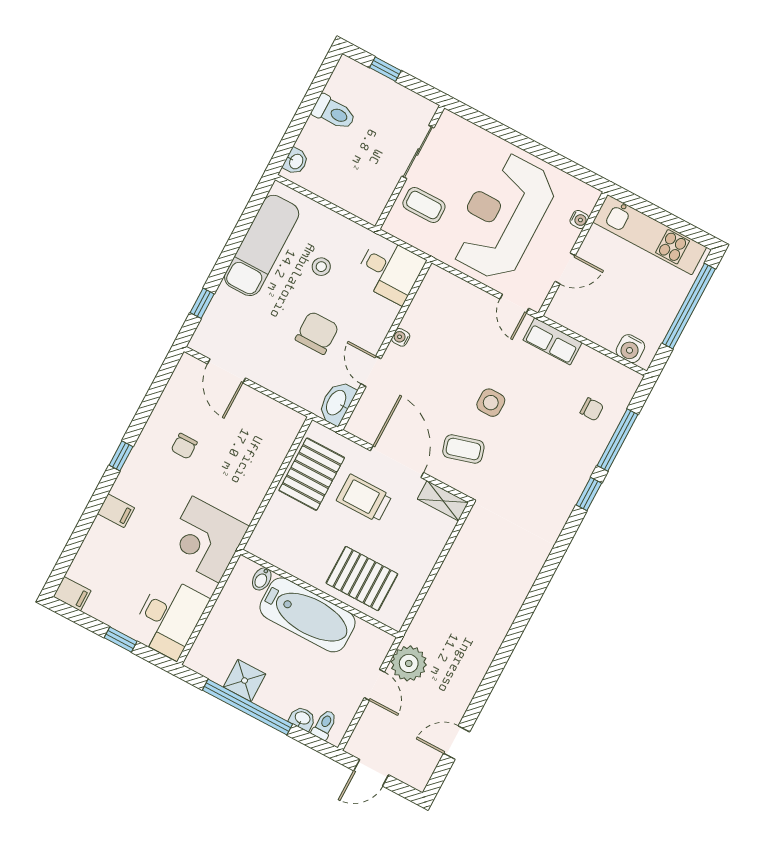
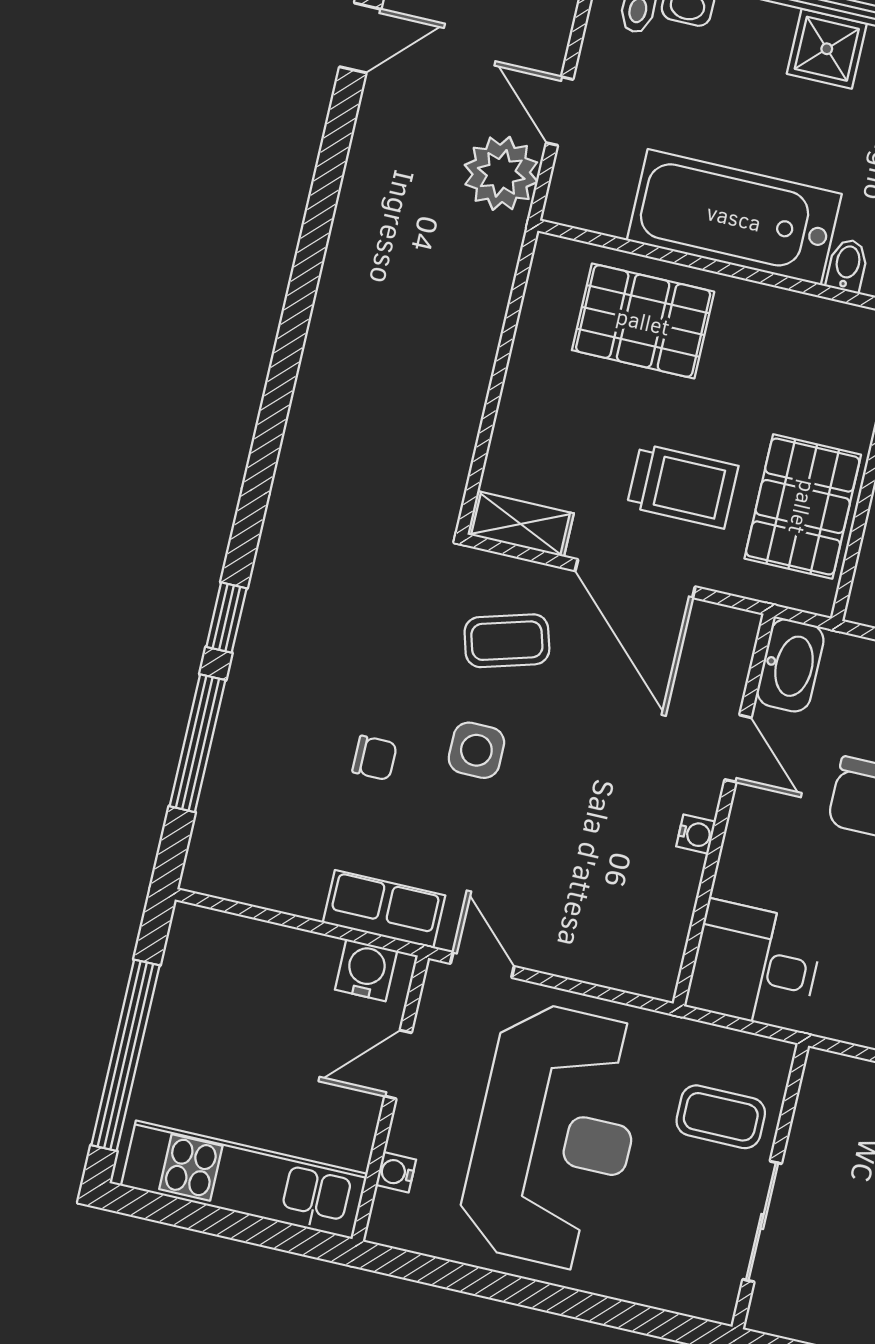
water cooler: (630, 349) -> (366, 970), moved
chair: (592, 409) -> (375, 758), moved, turned 180

